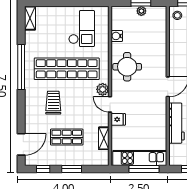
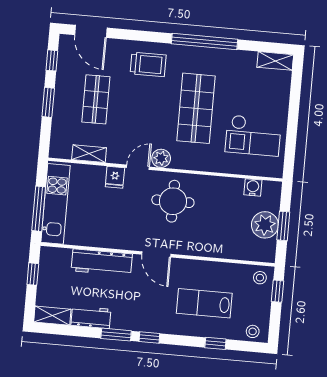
plant: (141, 11) -> (265, 225), width x1.88, depth x1.88
water cooler: (117, 36) -> (253, 187), moved
round table: (127, 67) -> (173, 201), moved
shop shelf: (67, 69) -> (196, 108), width x0.71
trolley: (53, 103) -> (148, 64), moved

